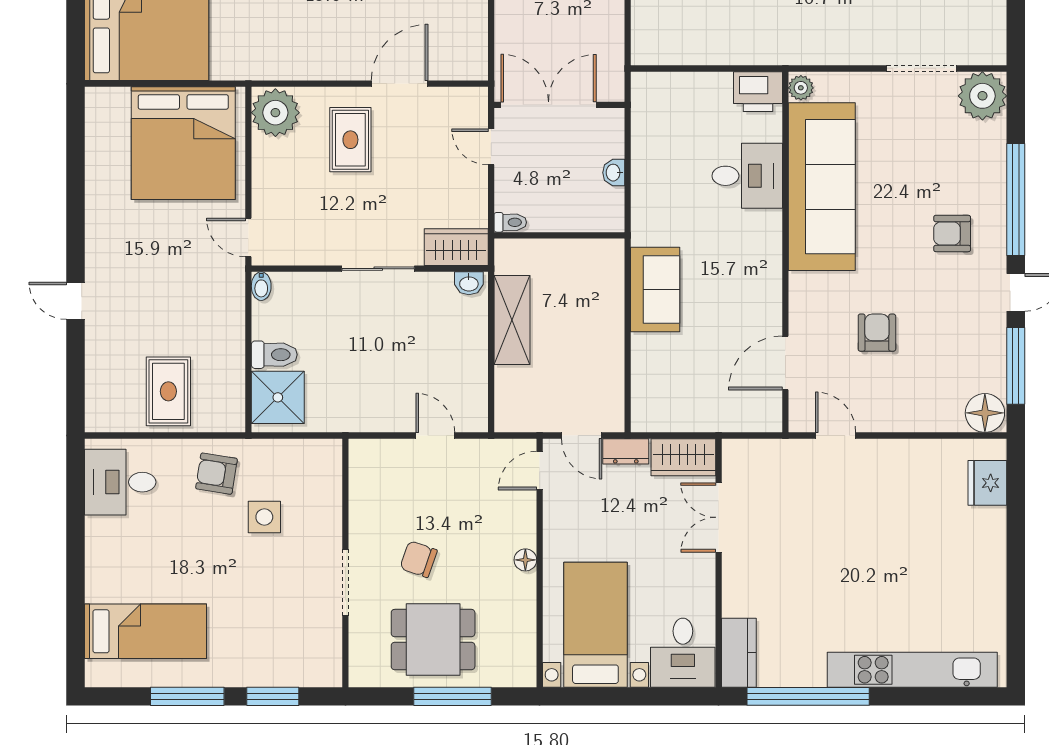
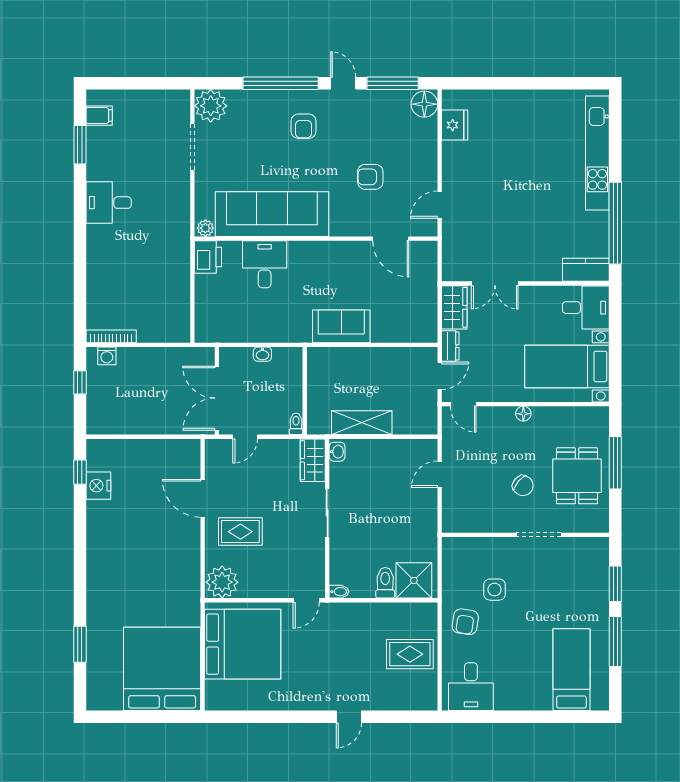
fridge: (987, 483) -> (455, 125), moved, turned -90
chair: (419, 559) -> (523, 486), turned -68

